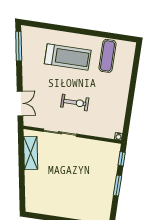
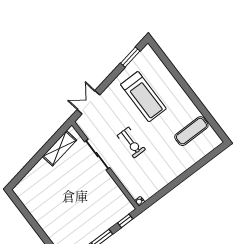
window: (19, 46) -> (130, 57), width x0.69
treadmill: (68, 57) -> (143, 97), moved
double door: (20, 103) -> (88, 102), swing flipped

